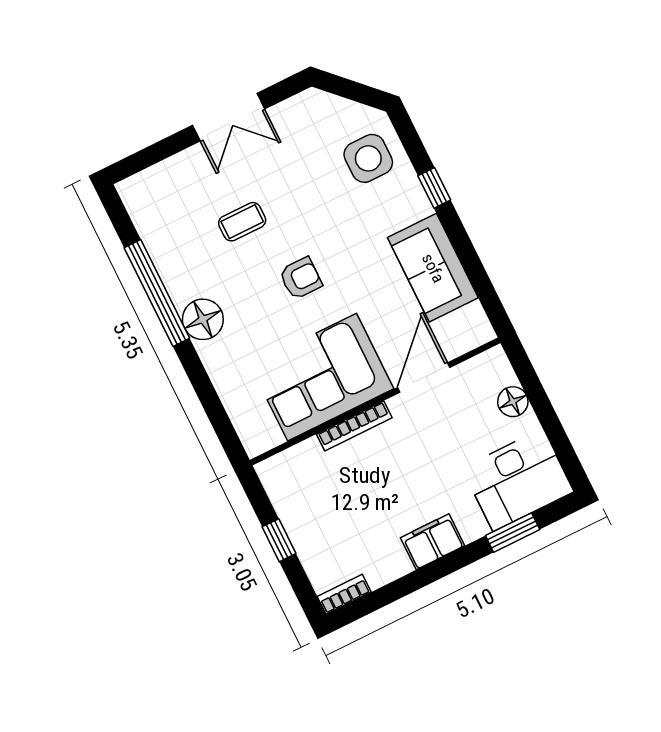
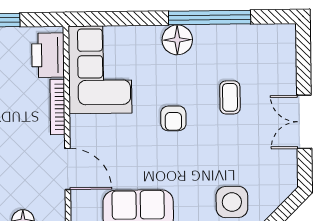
corner sofa: (322, 377) -> (100, 70), moved
printer: (297, 468) -> (48, 55), added

